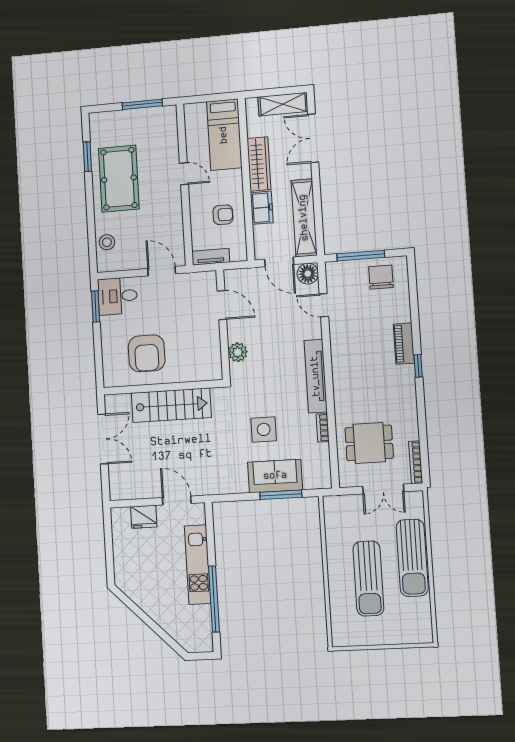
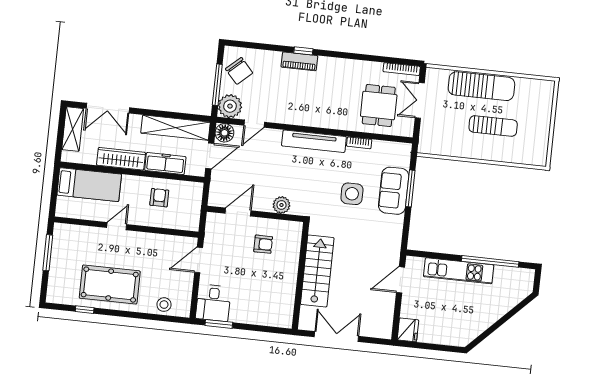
window: (87, 157) -> (85, 310), width x0.67
freezer: (262, 208) -> (165, 163), width x1.40
tv unit: (211, 257) -> (194, 215), removed
plant: (339, 274) -> (230, 106), added
chair: (381, 277) -> (239, 71), turned -132
armchair: (147, 353) -> (263, 244), moved, width x0.53, depth x0.53
window: (418, 366) -> (303, 51), moved
double door: (383, 489) -> (420, 100), swing flipped
fridge: (144, 517) -> (408, 330), moved
sun lounger: (368, 578) -> (493, 126), width x0.73, depth x0.75

